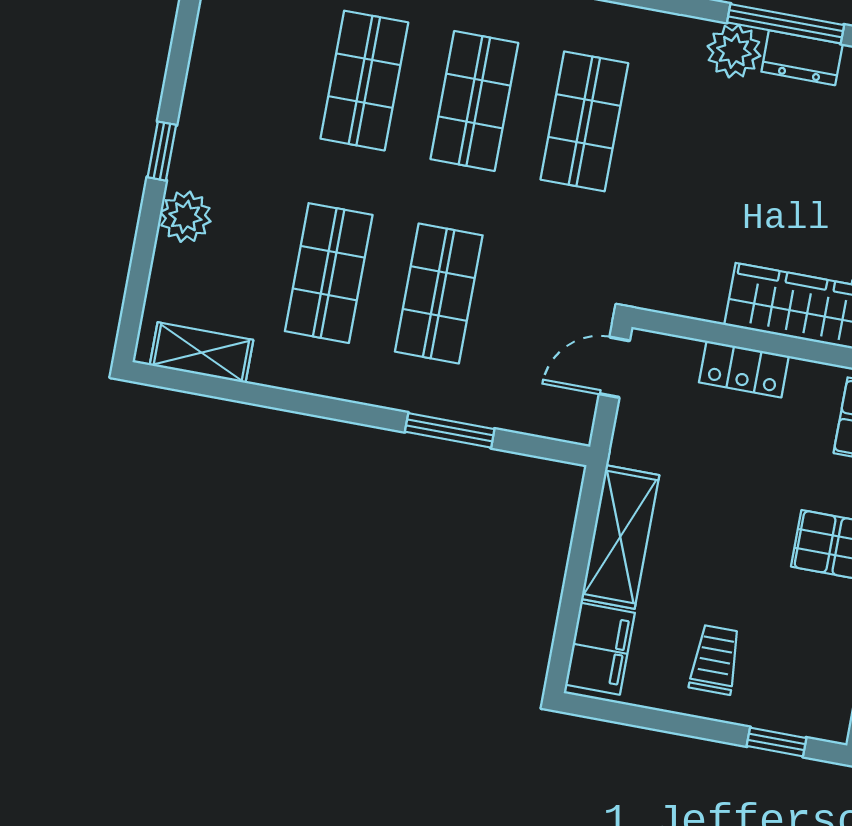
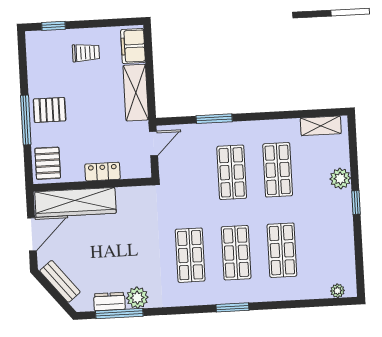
door: (614, 367) -> (154, 143), moved
trolley: (715, 660) -> (86, 53), turned -90

